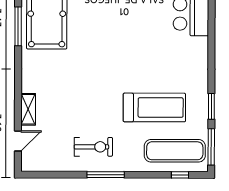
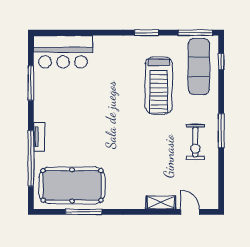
window: (211, 106) -> (146, 33), moved
treadmill: (154, 107) -> (159, 85), turned 180
exercise bike: (93, 147) -> (195, 142), turned 180

